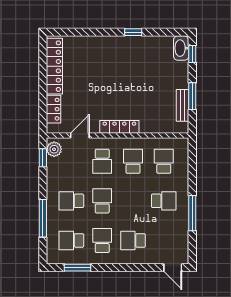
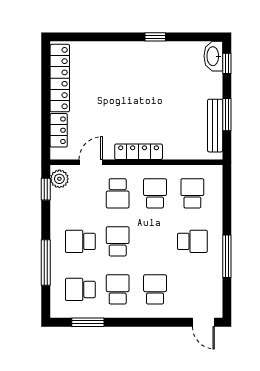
bench: (183, 105) -> (215, 126), width x1.36
school desk: (133, 240) -> (155, 289), turned 90

